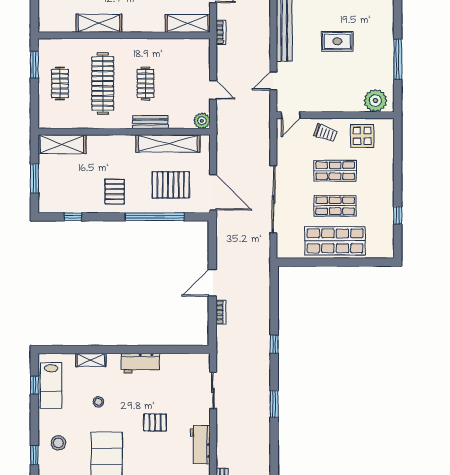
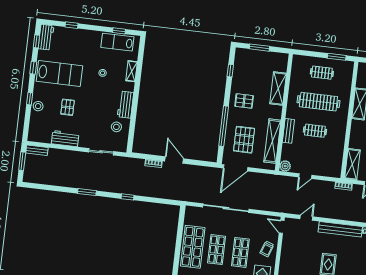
door: (273, 81) -> (306, 218), hinge flipped
shelving: (62, 144) -> (278, 89), moved
pallet: (155, 422) -> (68, 107), moved
stool: (58, 443) -> (116, 127), moved

